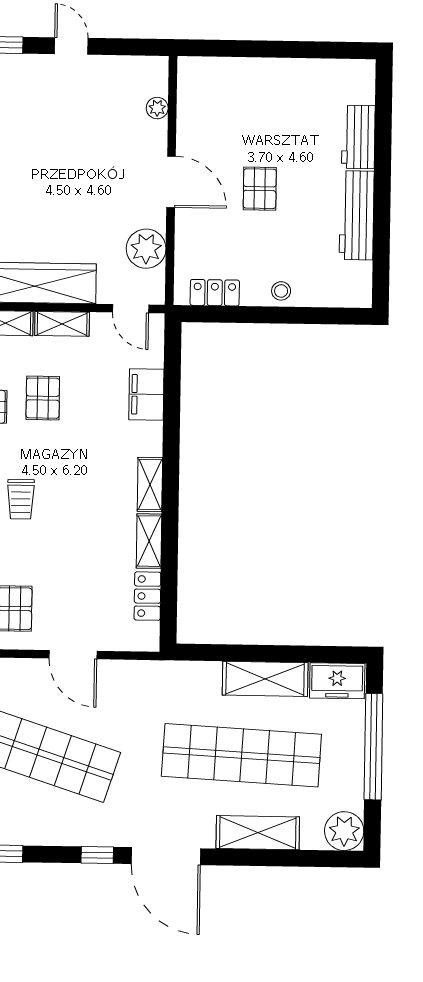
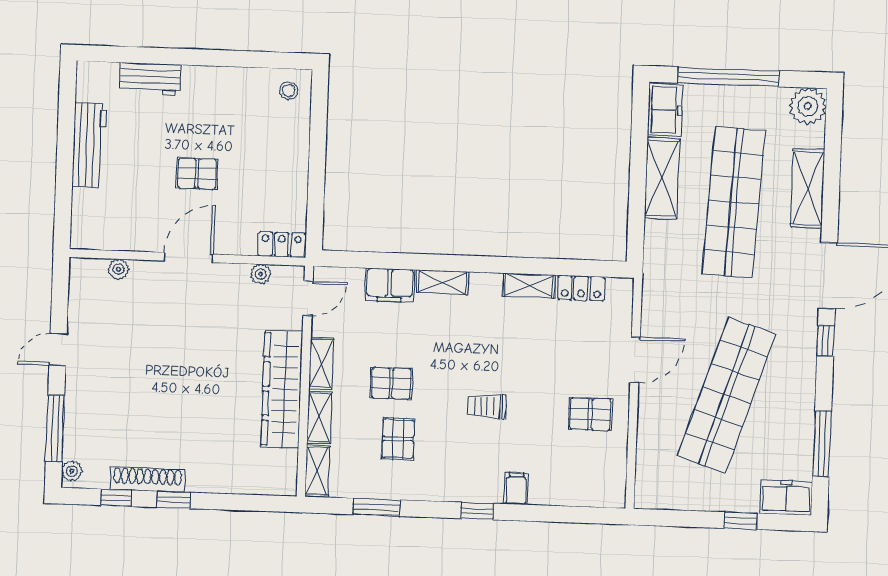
workbench: (357, 215) -> (89, 145), moved, turned -90
plant: (146, 249) -> (261, 274), width x0.53, depth x0.53
stool: (281, 291) -> (289, 91), moved
locker: (215, 293) -> (282, 245), moved, turned 90
shelving: (150, 484) -> (442, 282), moved
trolley: (21, 499) -> (487, 406), turned 180

